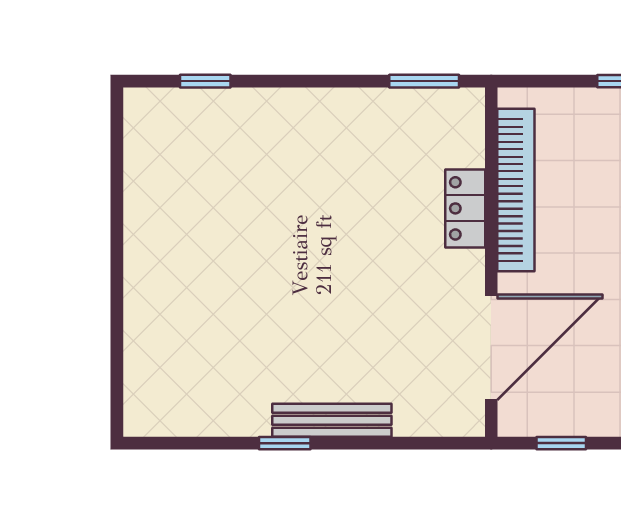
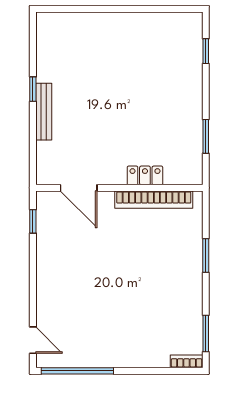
window: (424, 81) -> (206, 136), moved
door: (491, 347) -> (79, 188), width x0.73

